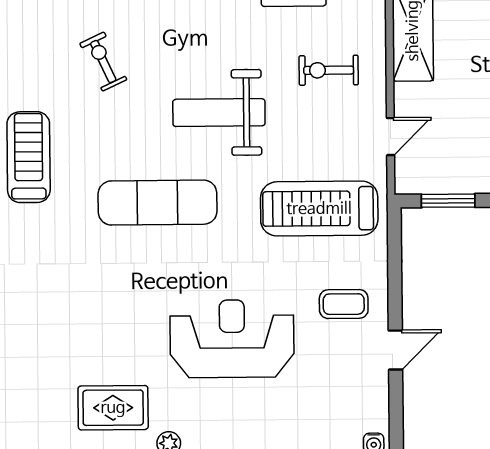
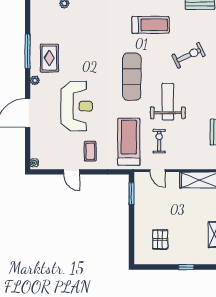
exercise bike: (103, 62) -> (189, 55), width x1.38, depth x1.39
exercise bike: (329, 70) -> (159, 141), moved

